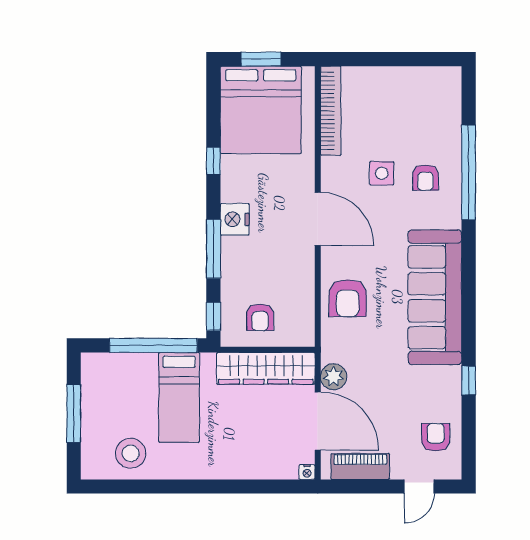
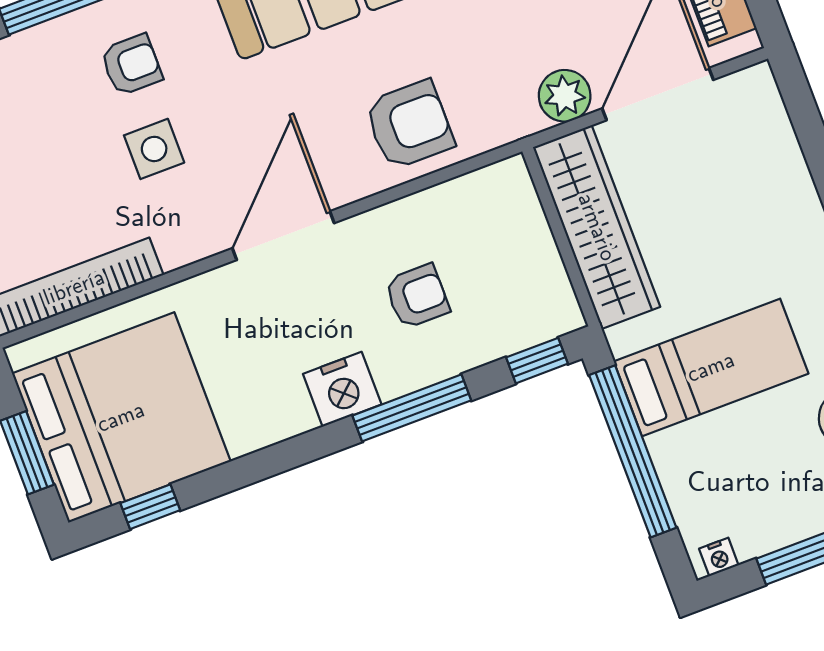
window: (213, 161) -> (150, 507), moved
armchair: (260, 317) -> (417, 296), moved
nightstand: (307, 472) -> (719, 557), moved, turned 90

